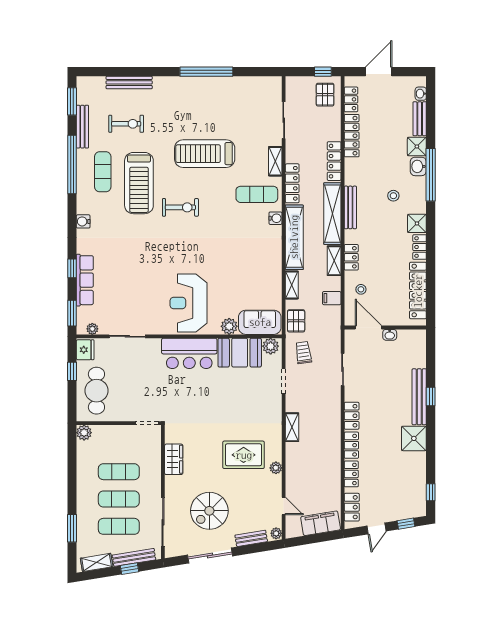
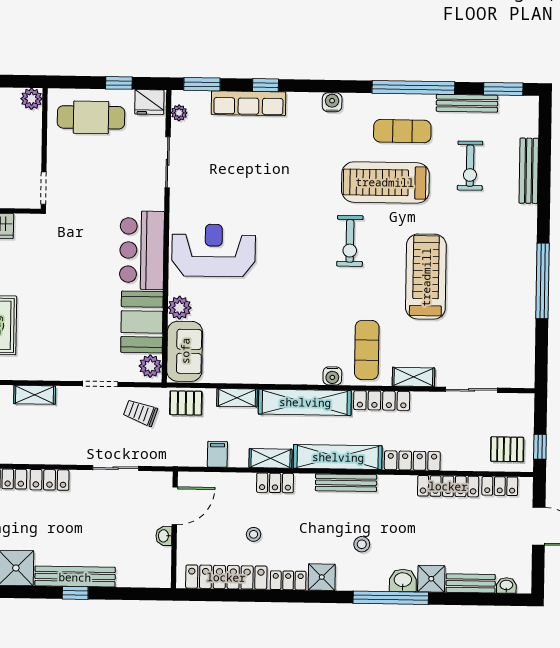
stool: (361, 289) -> (254, 534), moved
trolley: (303, 353) -> (140, 413), turned -153

